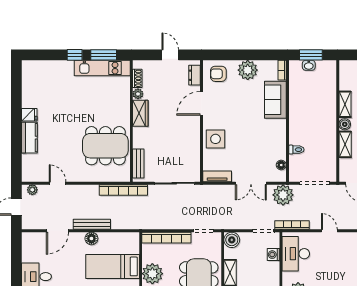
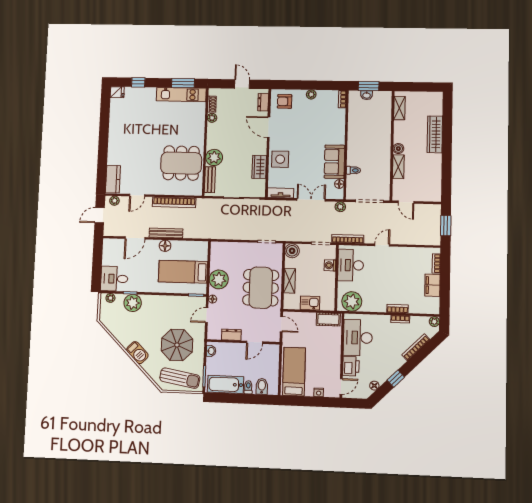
window: (75, 55) -> (138, 82), moved
plant: (248, 70) -> (311, 94), width x0.53, depth x0.53
sofa: (275, 100) -> (334, 162), moved
door: (202, 103) -> (269, 127), hinge flipped
shelving: (345, 104) -> (399, 108), moved
wardrobe: (140, 113) -> (259, 167), moved, turned 180
fridge: (29, 115) -> (117, 92), moved
kitchen counter: (29, 138) -> (113, 179), moved
plant: (142, 139) -> (214, 157), added
door: (58, 183) -> (137, 195), swing flipped
double door: (251, 183) -> (311, 200), swing flipped
bookcase: (123, 190) -> (174, 202), moved
plant: (283, 195) -> (340, 207), width x0.53, depth x0.53
door: (329, 231) -> (382, 245), hinge flipped
bookcase: (166, 238) -> (233, 247), removed

